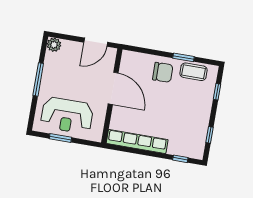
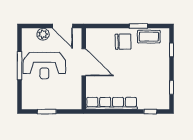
door: (96, 42) -> (62, 26), hinge flipped
plant: (54, 45) -> (43, 34), moved
reception desk: (67, 115) -> (44, 66), moved

